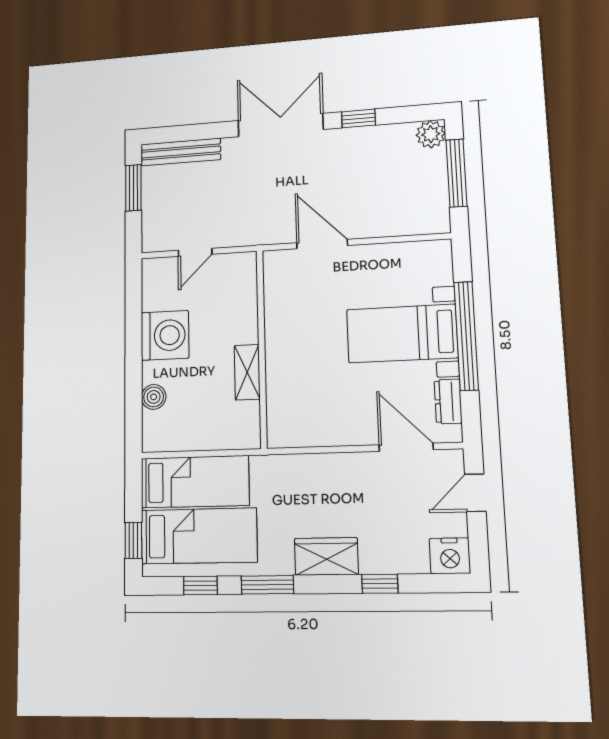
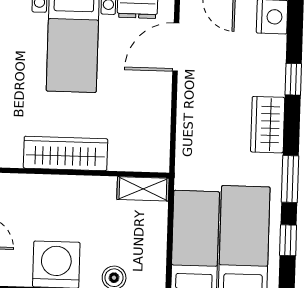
wardrobe: (281, 336) -> (65, 153), added
shelving: (247, 372) -> (143, 189), moved

